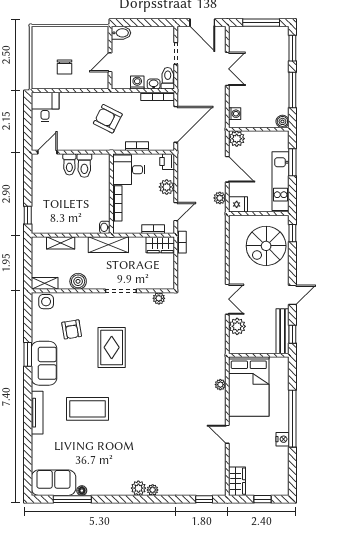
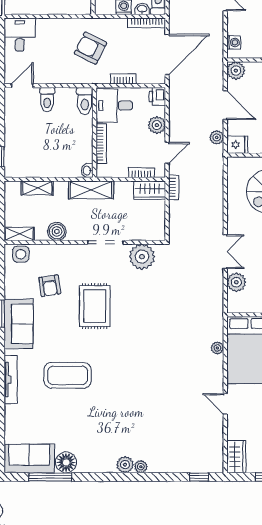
toilet: (84, 166) -> (85, 101), moved
plant: (159, 298) -> (142, 257), width x1.88, depth x1.88
floor lamp: (82, 491) -> (66, 462), width x1.89, depth x1.89

